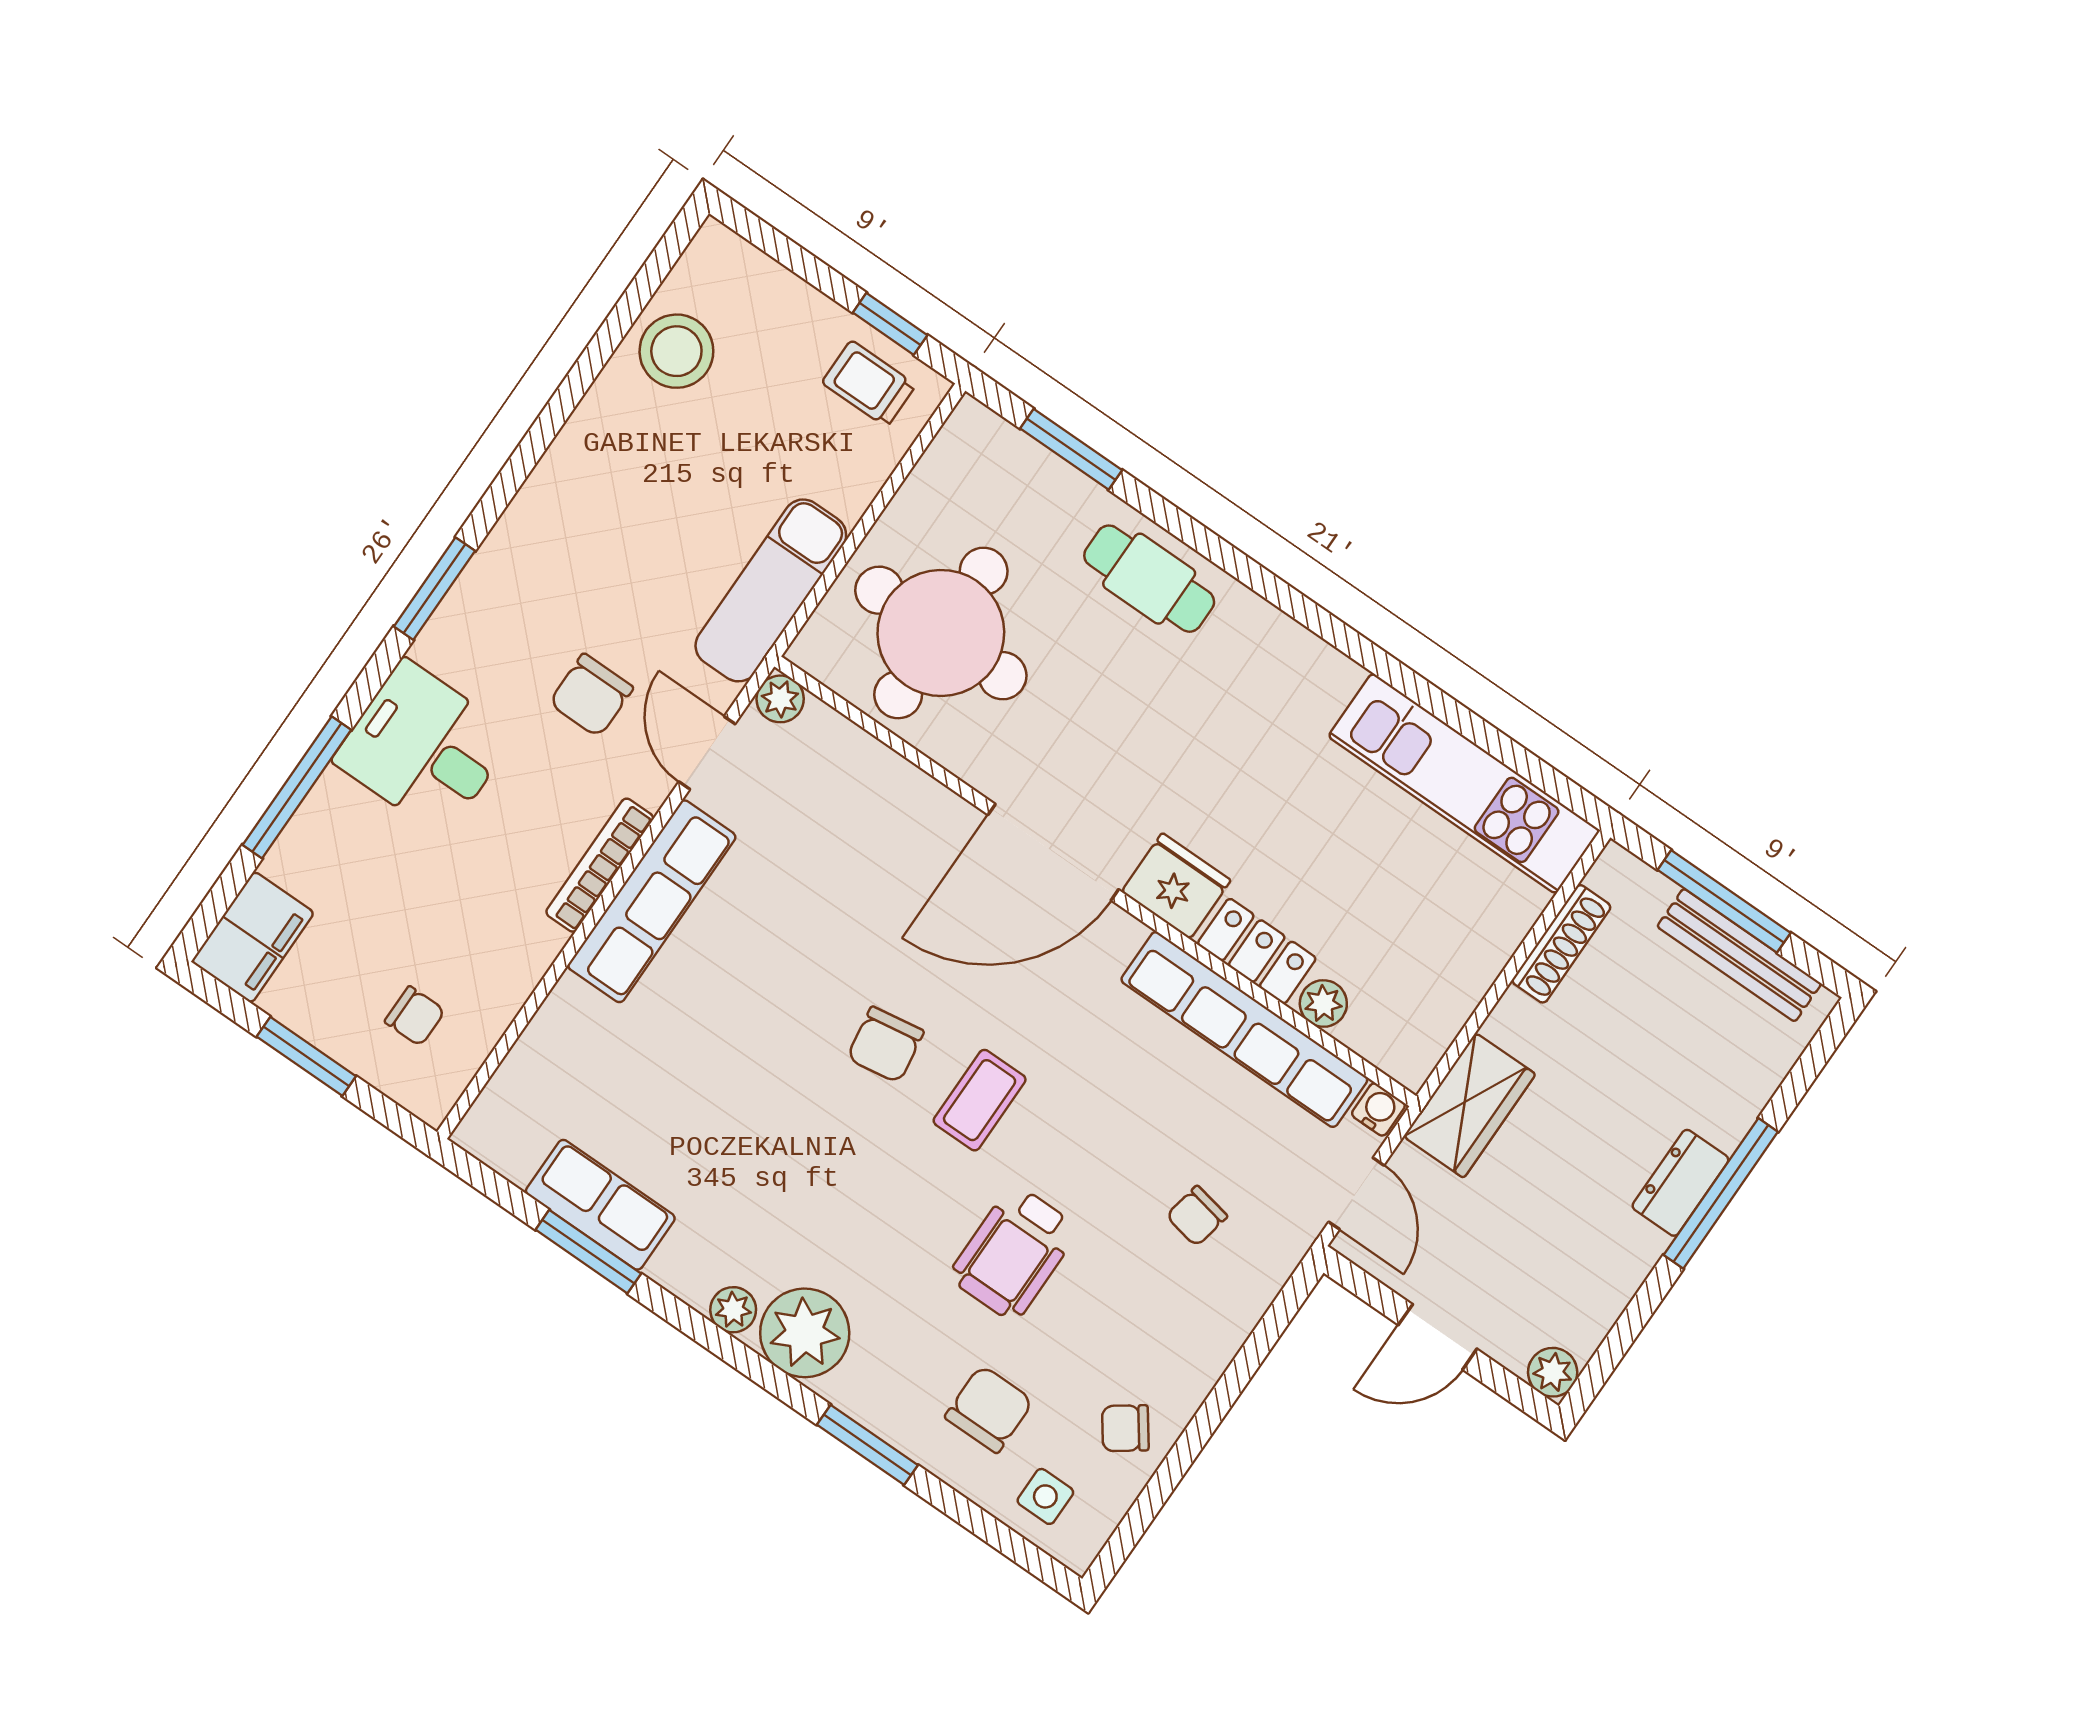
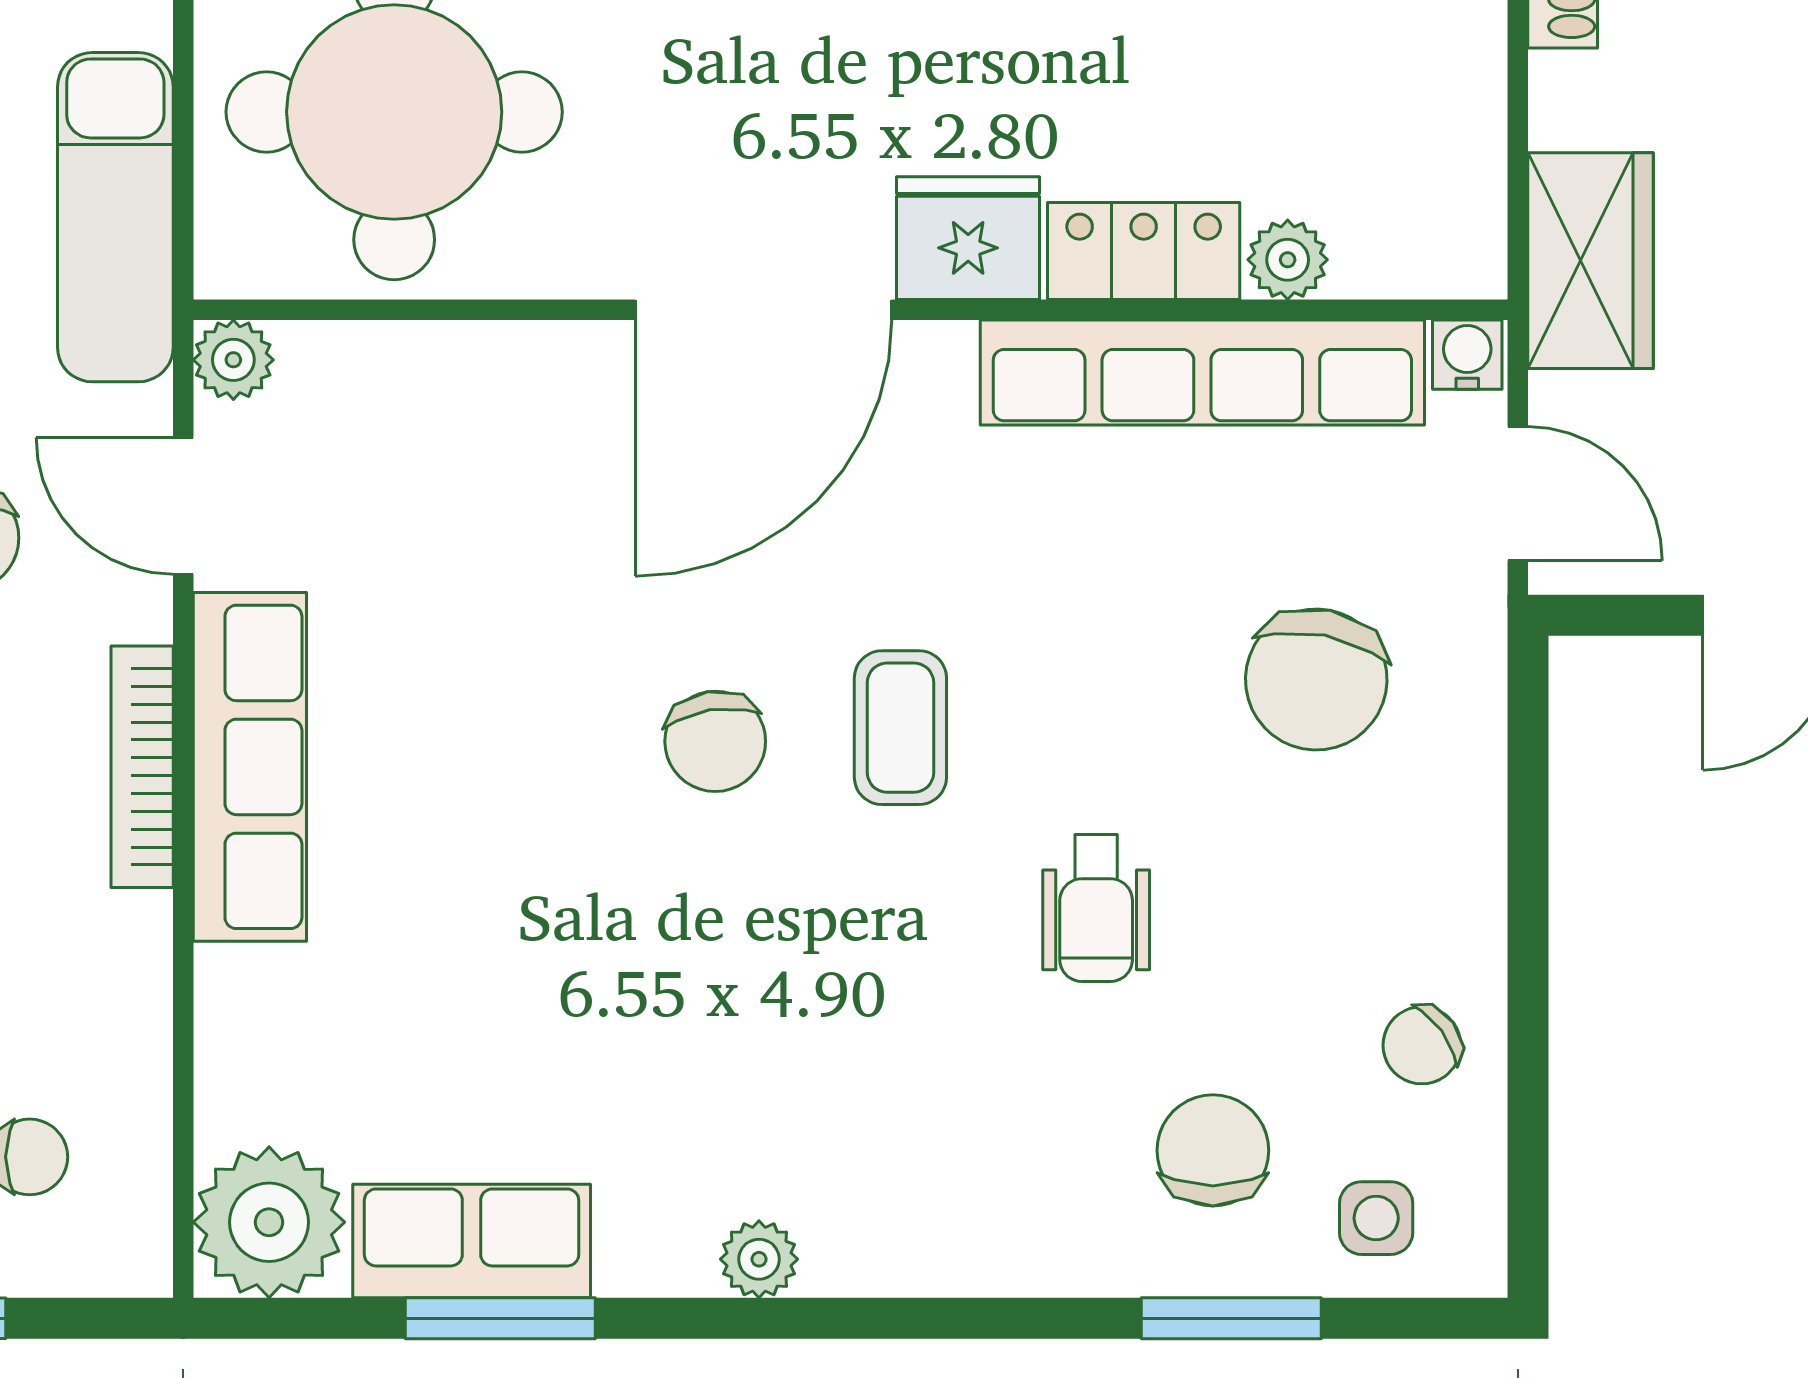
chair: (1197, 1216) -> (1316, 679), width x1.87, depth x1.87
wheelchair: (1014, 1253) -> (1096, 908), width x0.73, depth x0.73
plant: (805, 1333) -> (269, 1222), moved
window: (867, 1445) -> (1231, 1318), moved

